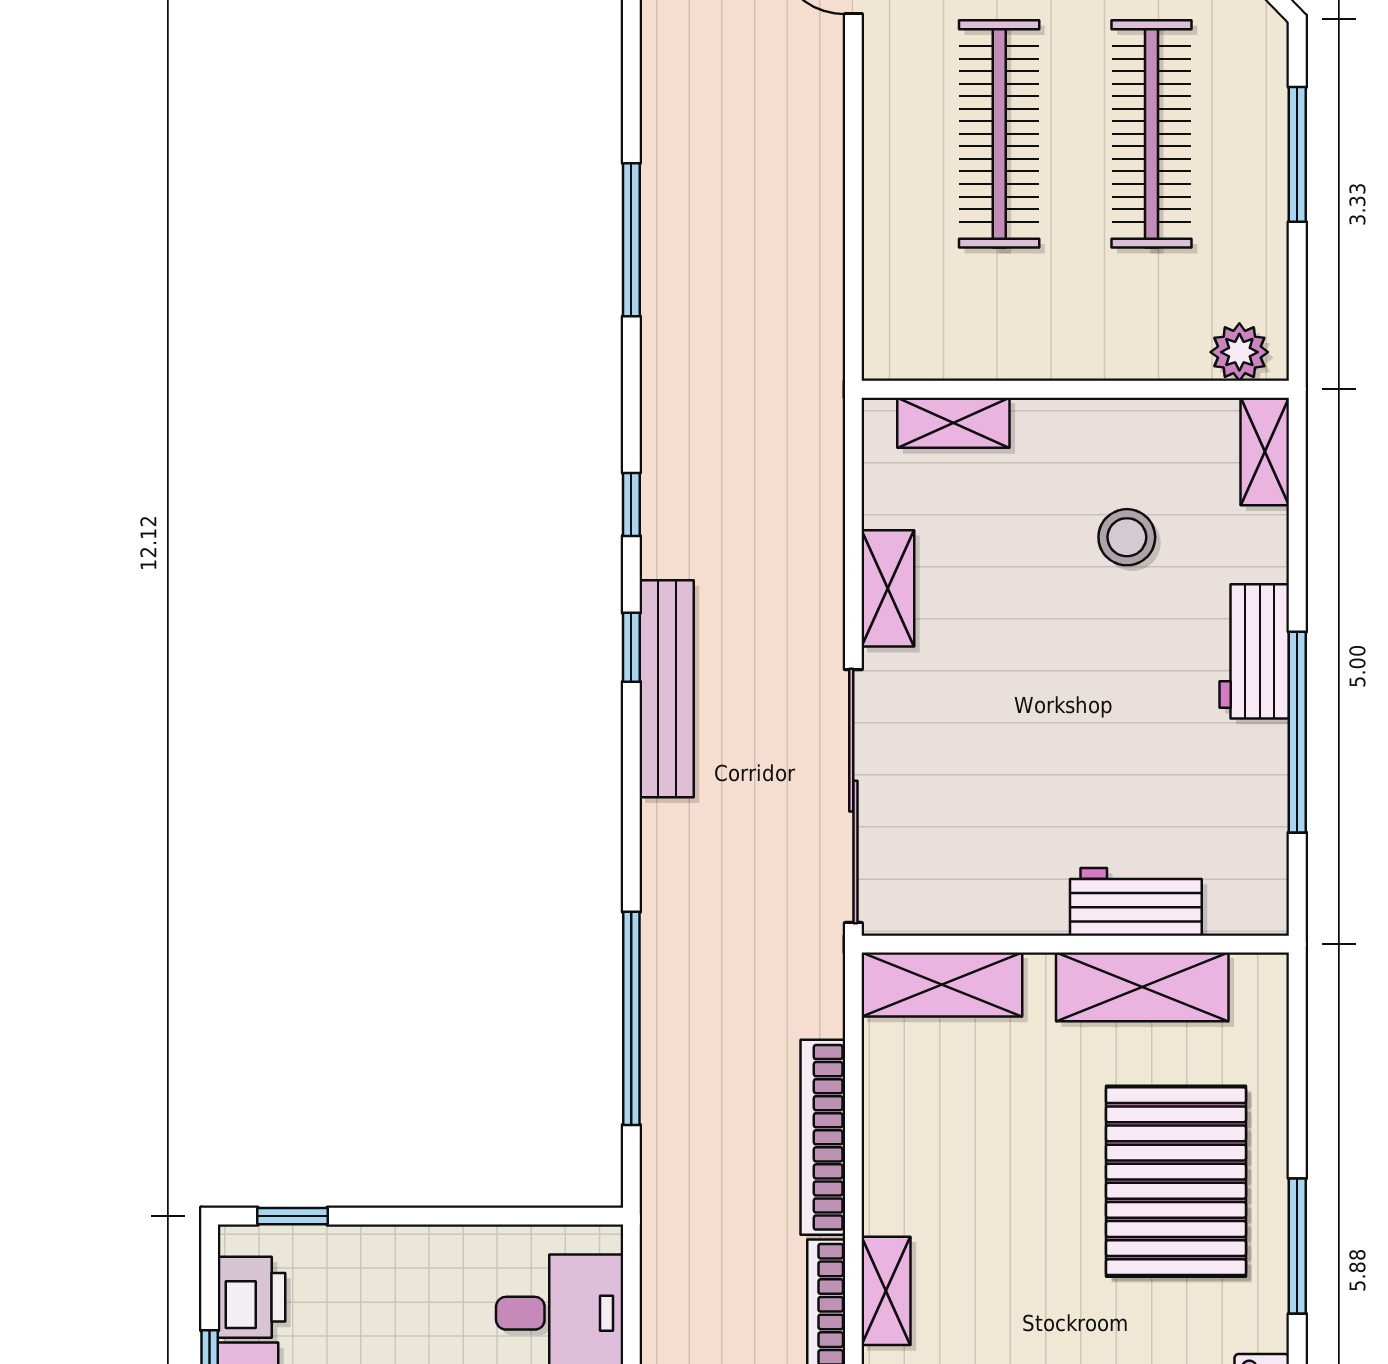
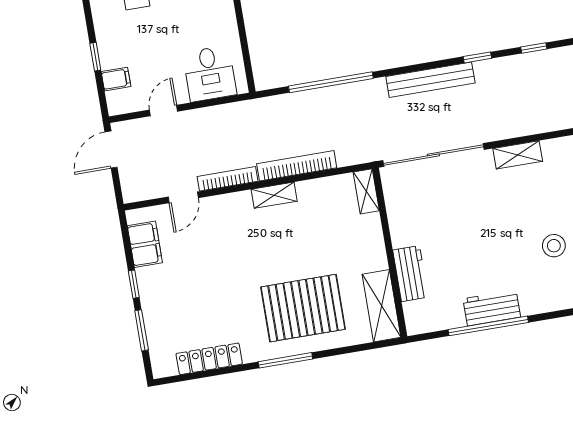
workbench: (1254, 651) -> (492, 308), moved
bench: (667, 689) -> (430, 80), moved
shelving: (942, 985) -> (366, 191), width x0.67, depth x0.75
shelving: (1142, 987) -> (381, 306), moved
shelving: (886, 1291) -> (274, 195), moved

